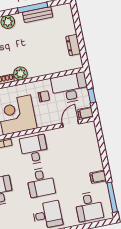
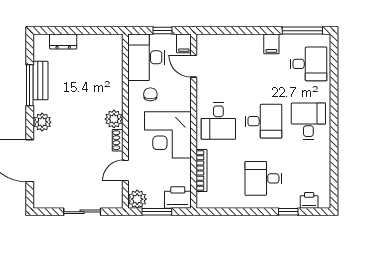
dresser: (73, 45) -> (63, 41), moved
desk: (34, 150) -> (218, 121), turned -90

